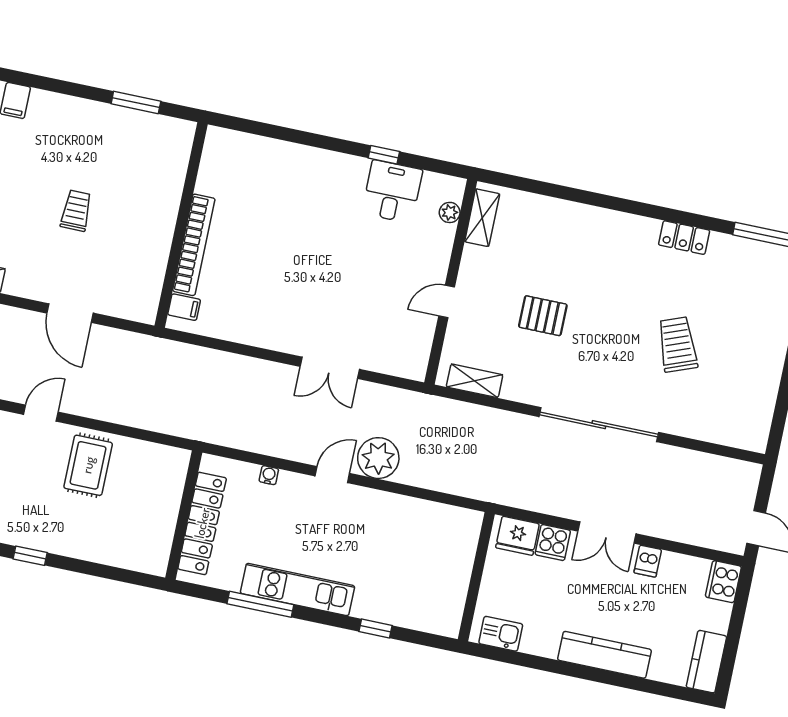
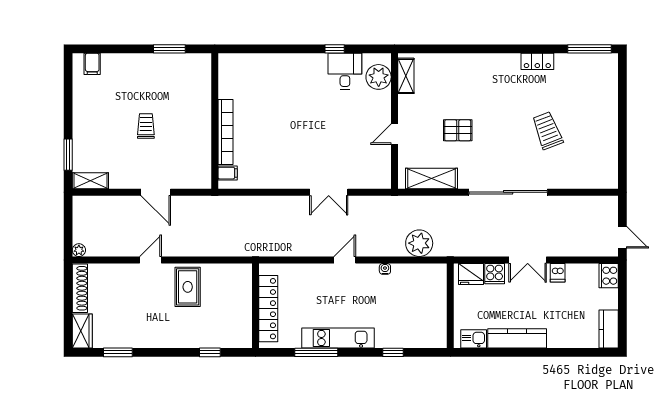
plant: (450, 212) -> (379, 77), width x1.88, depth x1.88
shelving: (475, 381) -> (432, 178), width x1.50, depth x1.33
plant: (378, 458) -> (419, 243), moved
water cooler: (269, 475) -> (385, 269), moved
window: (30, 556) -> (210, 352), moved
kitchen counter: (604, 655) -> (517, 338), moved

